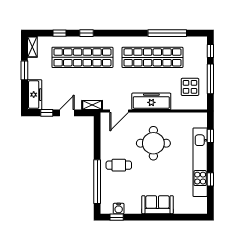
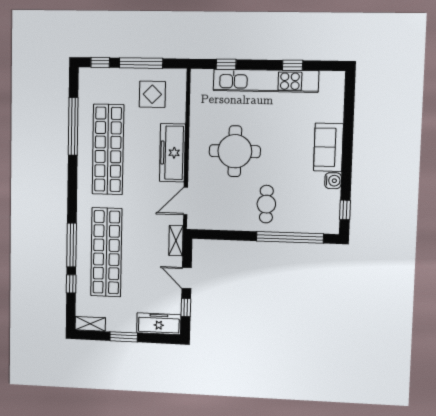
window: (86, 33) -> (72, 245), width x2.17
door: (119, 111) -> (186, 201), swing flipped
water cooler: (119, 209) -> (333, 181), moved

